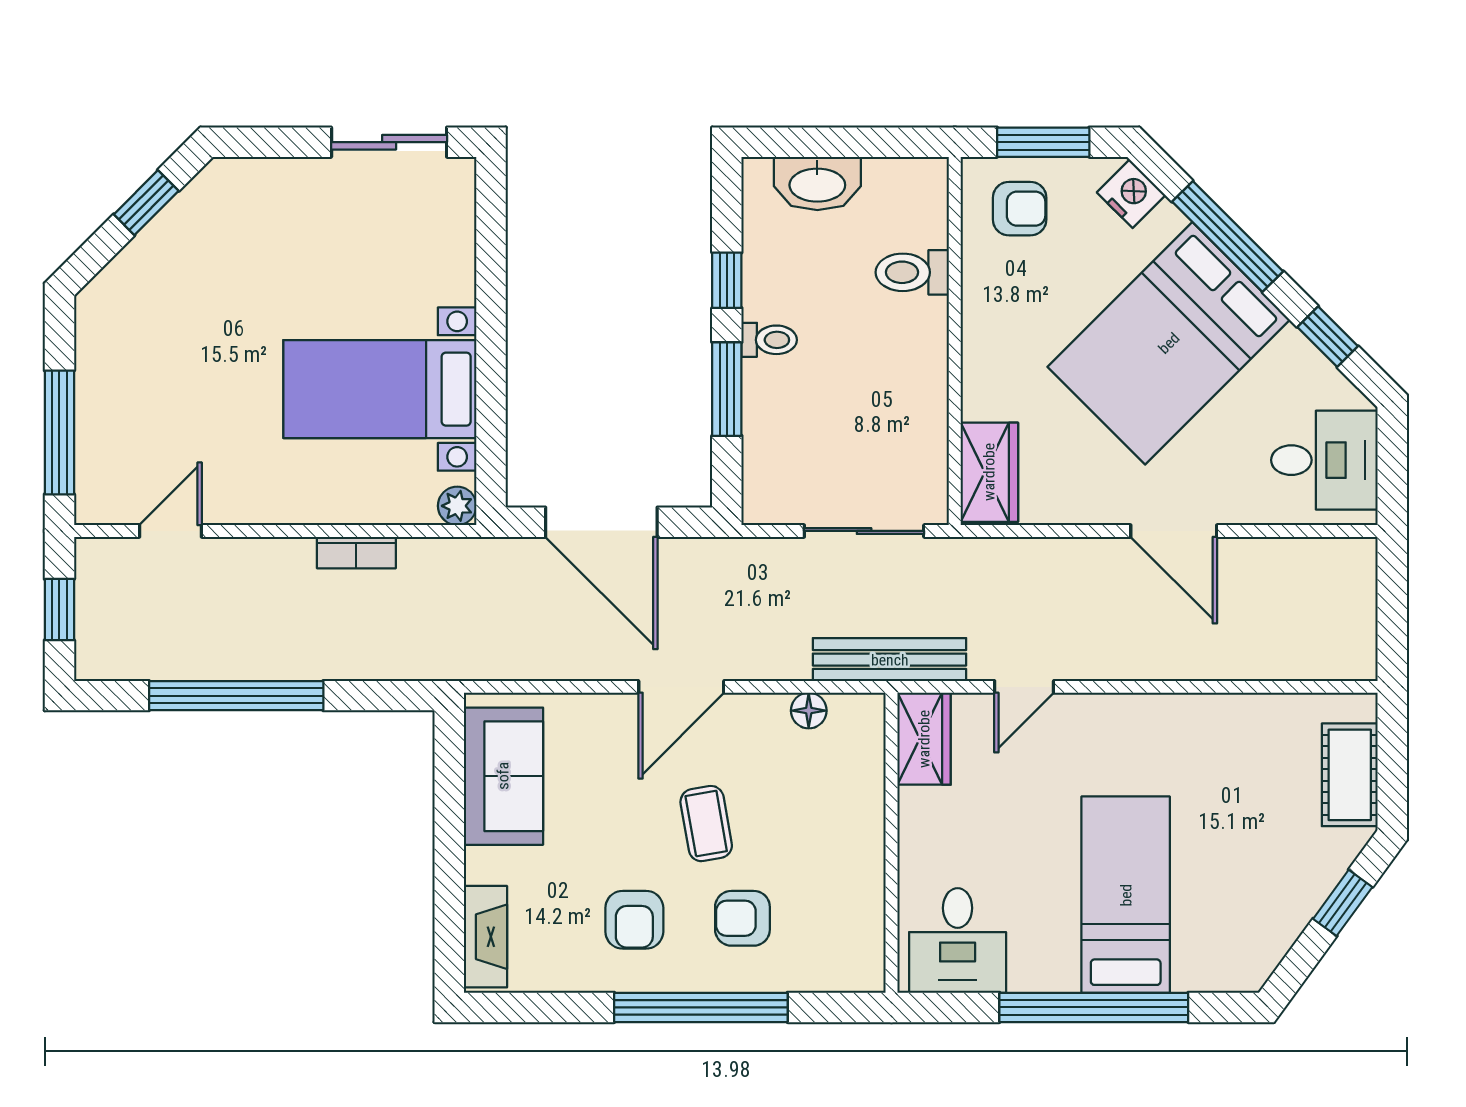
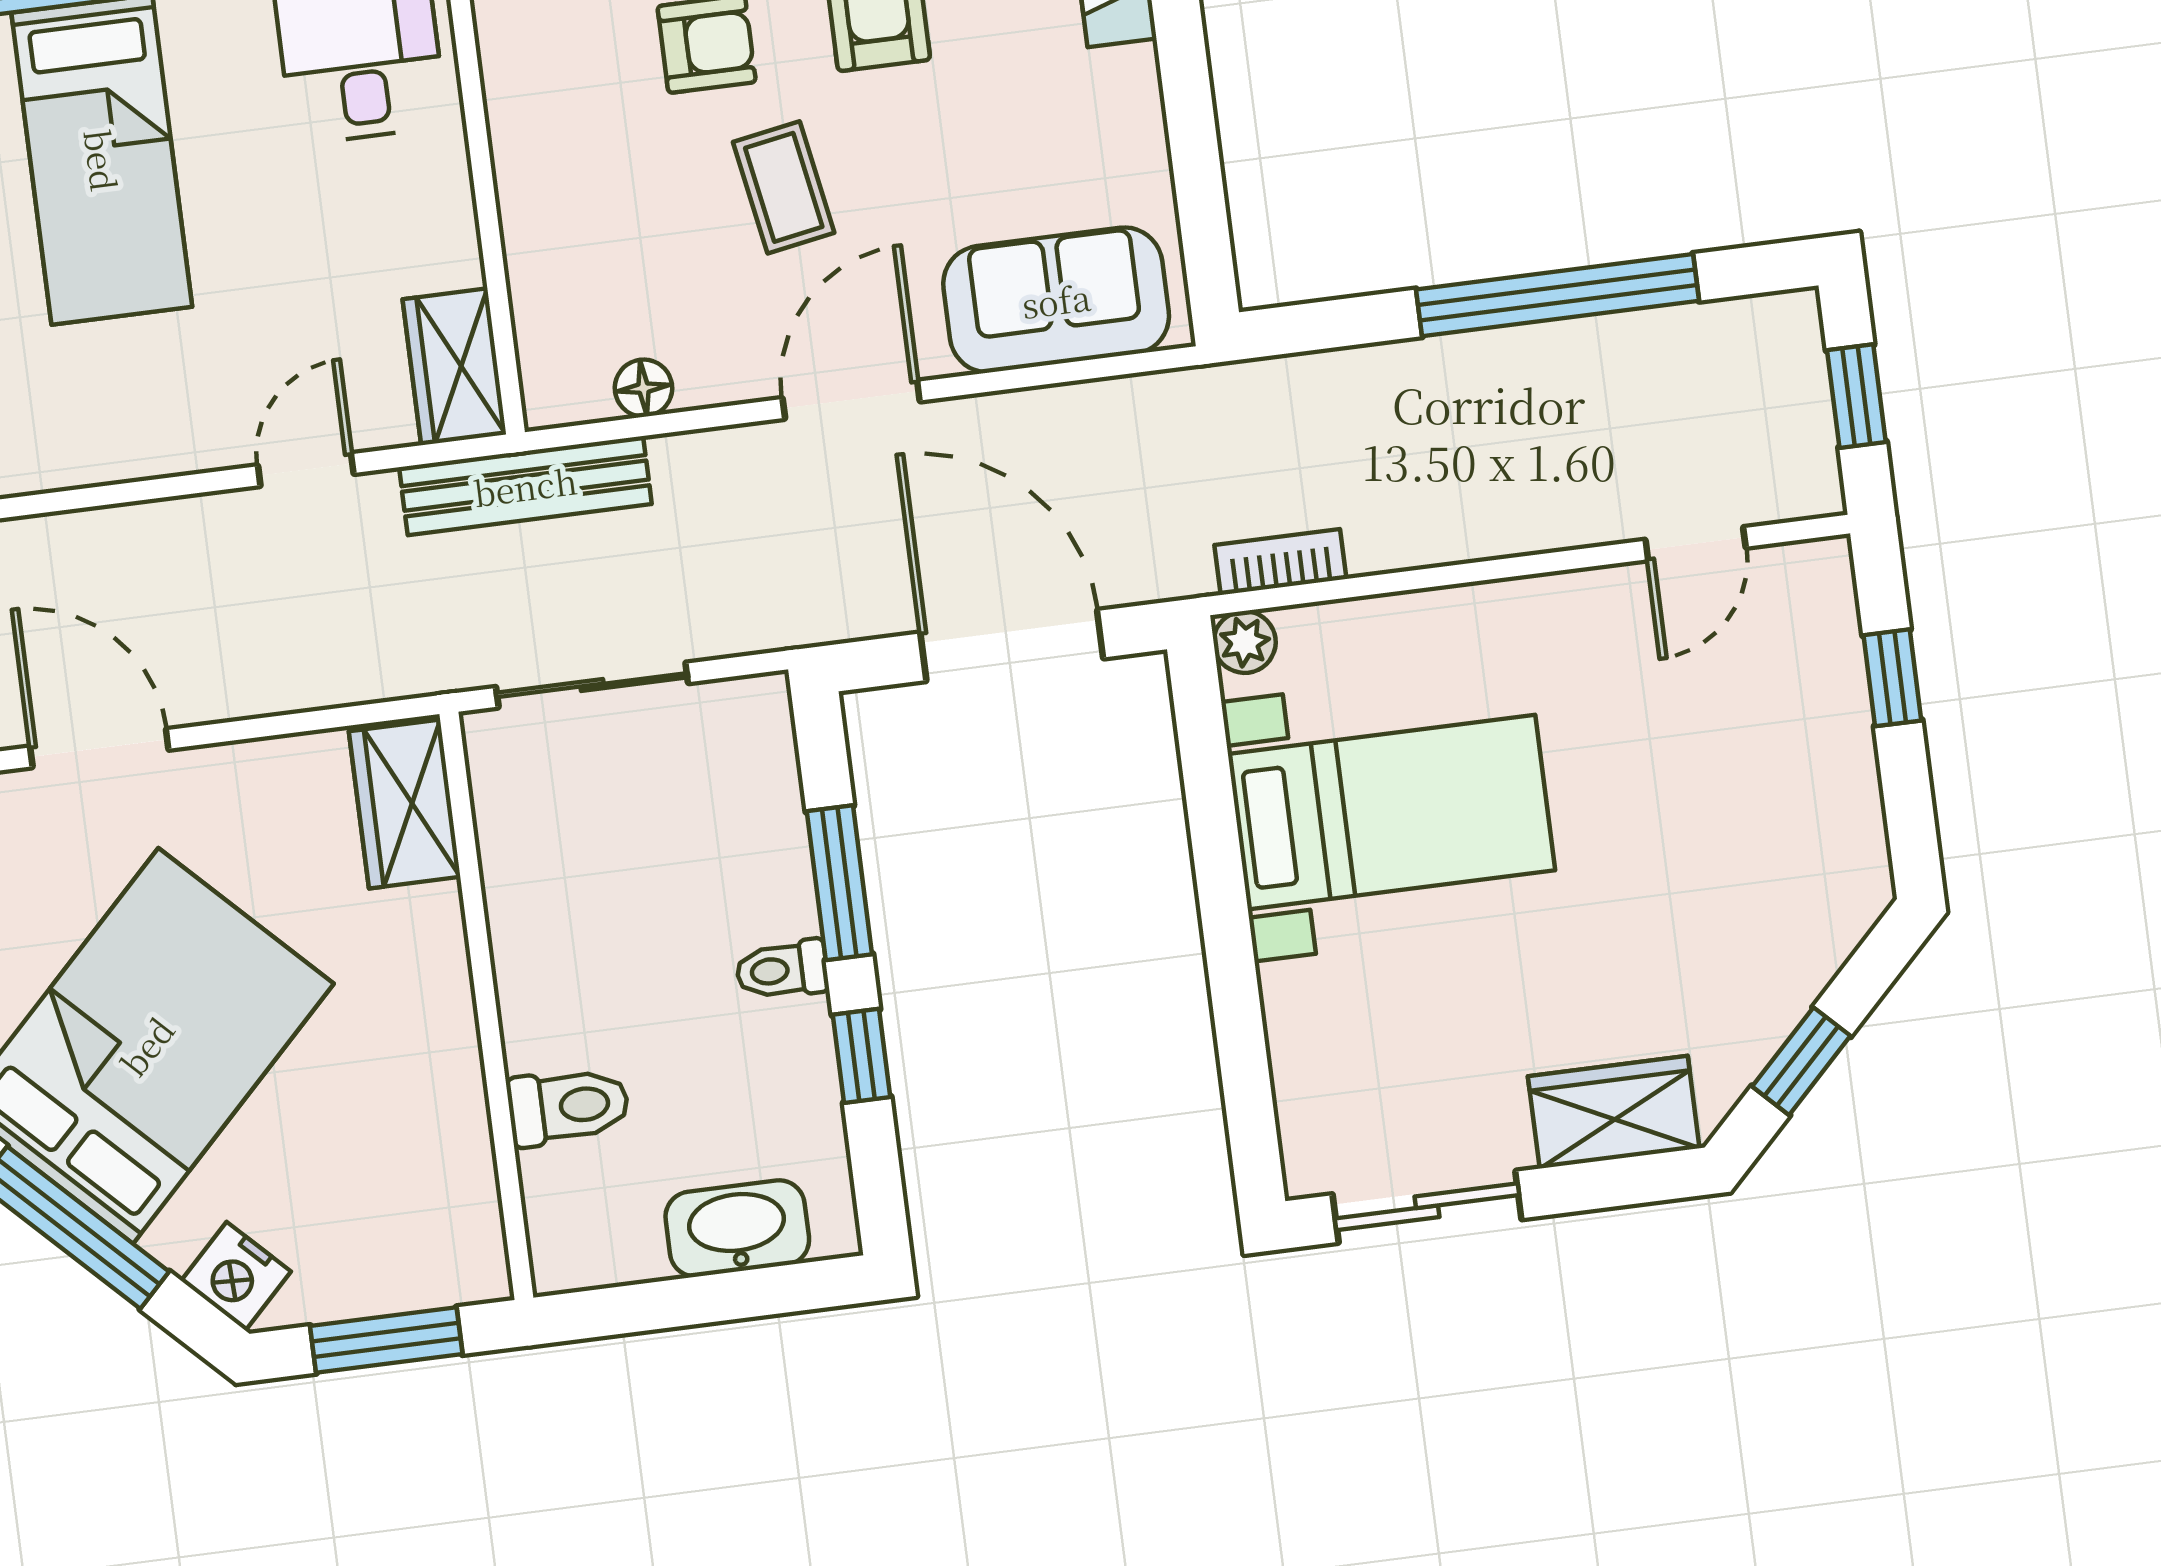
wardrobe: (266, 186) -> (1614, 1112), added
armchair: (1020, 209) -> (410, 1230), removed
window: (59, 432) -> (1892, 678), width x0.46
bookcase: (356, 553) -> (1280, 562), moved
sofa: (503, 776) -> (1056, 300), moved, turned 90

